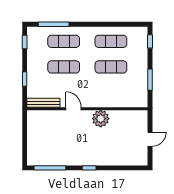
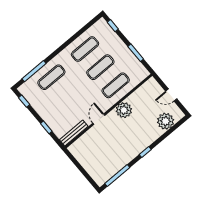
exercise mat: (64, 67) -> (116, 85), moved
door: (74, 109) -> (99, 119), hinge flipped
door: (150, 139) -> (171, 95), swing flipped
plant: (127, 157) -> (166, 121), added

